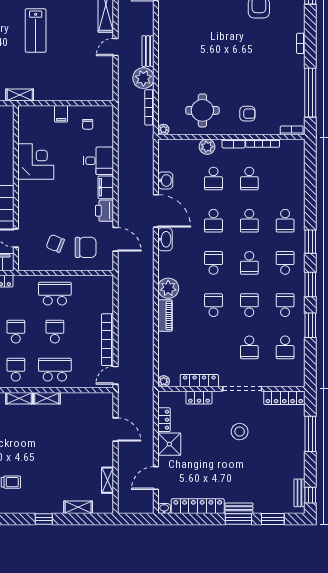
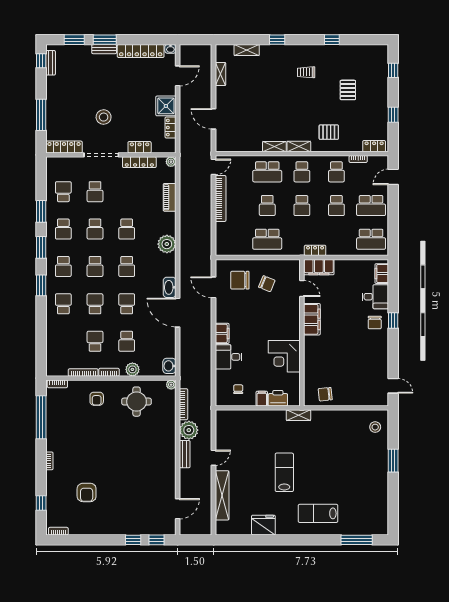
armchair: (247, 114) -> (97, 399), turned -90
school desk: (213, 178) -> (127, 341), turned 180
washbasin: (165, 180) -> (169, 366), moved
printer: (105, 211) -> (278, 398), moved, turned -90
school desk: (249, 263) -> (95, 266), turned 180
piano: (165, 315) -> (170, 197), moved
school desk: (249, 347) -> (95, 192), turned 180

